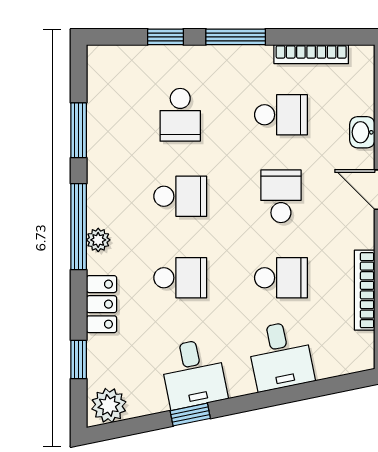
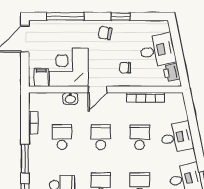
bookcase: (311, 54) -> (33, 123), width x0.64
school desk: (281, 196) -> (101, 137), turned 90

